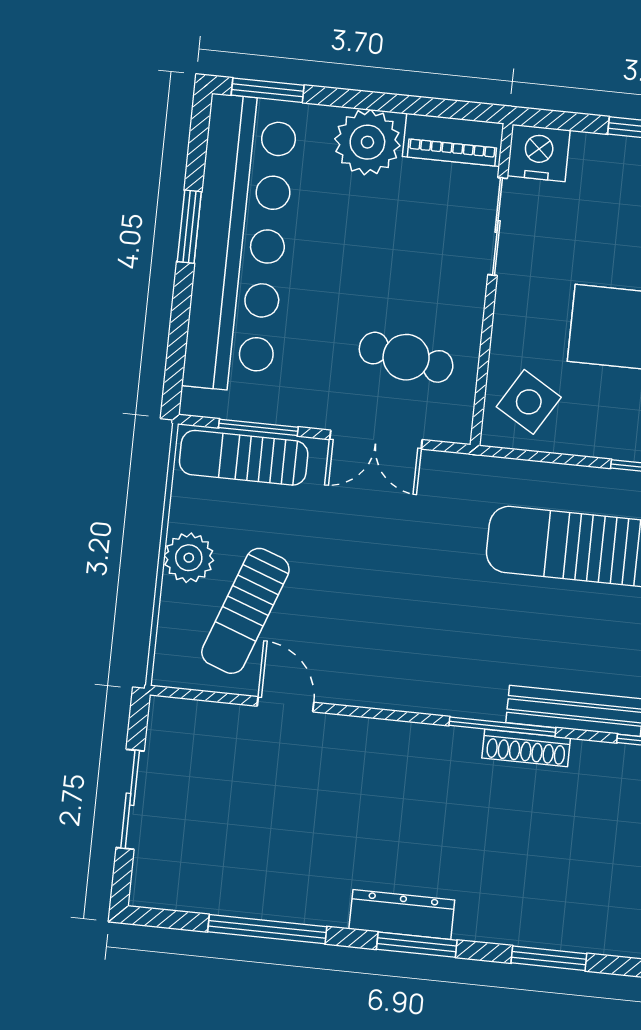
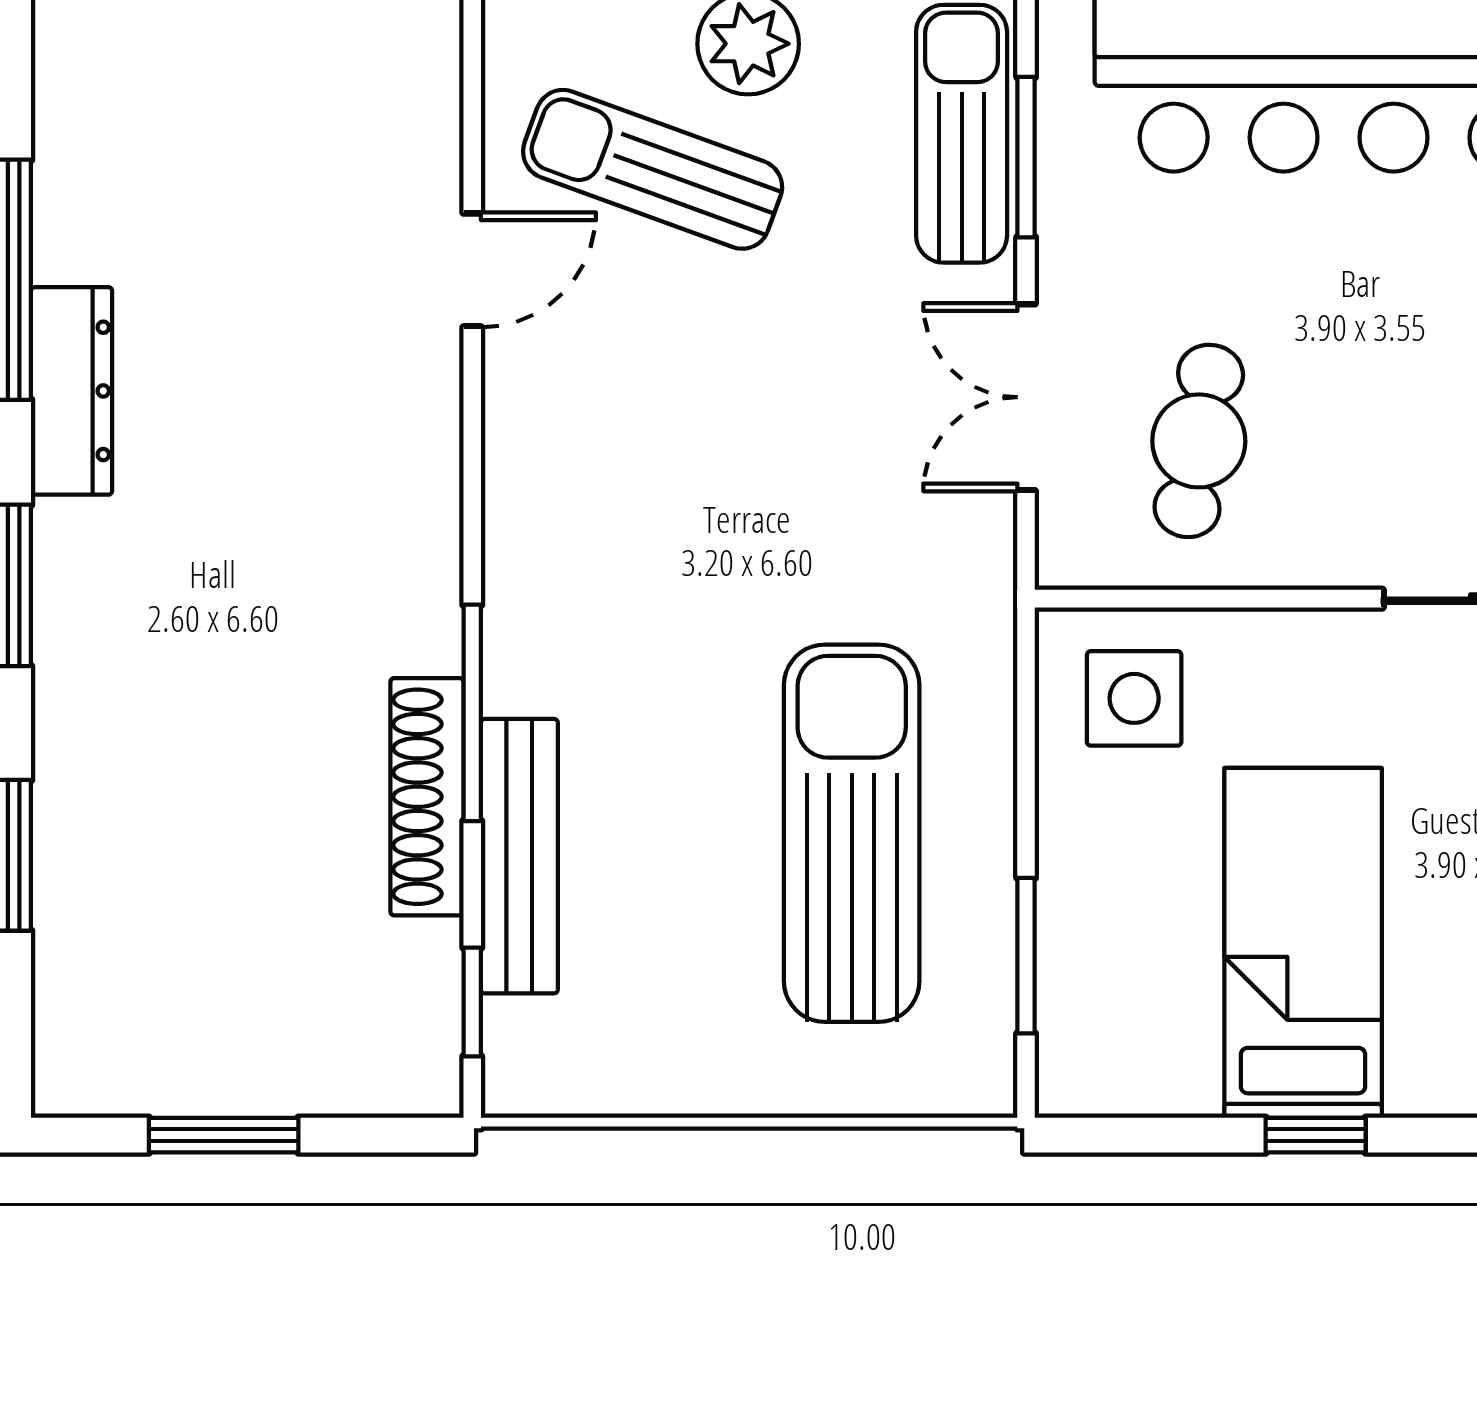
side table: (529, 402) -> (1134, 698), turned -31
shoe rack: (526, 748) -> (427, 797), width x1.36, depth x1.24
dresser: (402, 914) -> (72, 391), moved

